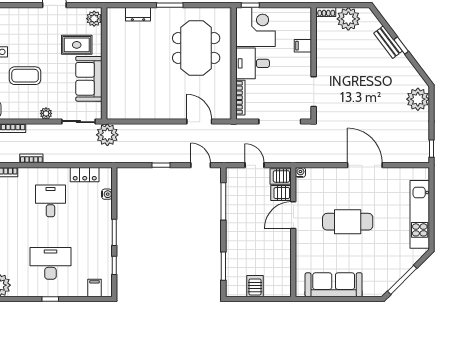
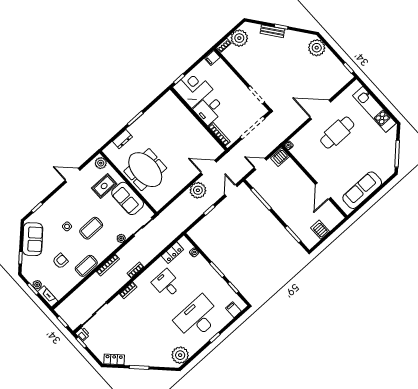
filing cabinet: (303, 46) -> (212, 58), moved
meeting table: (196, 48) -> (145, 170), moved
plant: (107, 135) -> (198, 190), moved
door: (201, 165) -> (231, 191), hinge flipped
server rack: (281, 193) -> (288, 166), removed
door: (293, 215) -> (323, 191), moved
cafe table: (348, 222) -> (337, 133), moved
desk: (50, 263) -> (197, 318), width x1.36, depth x1.30

